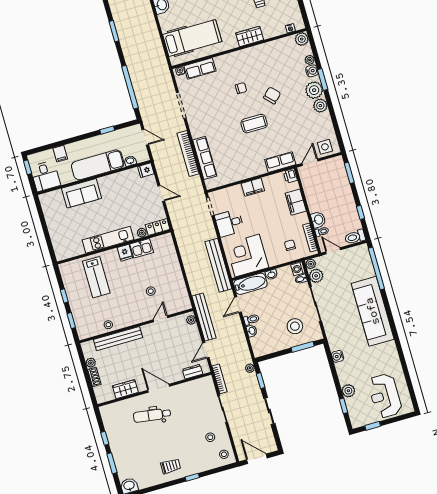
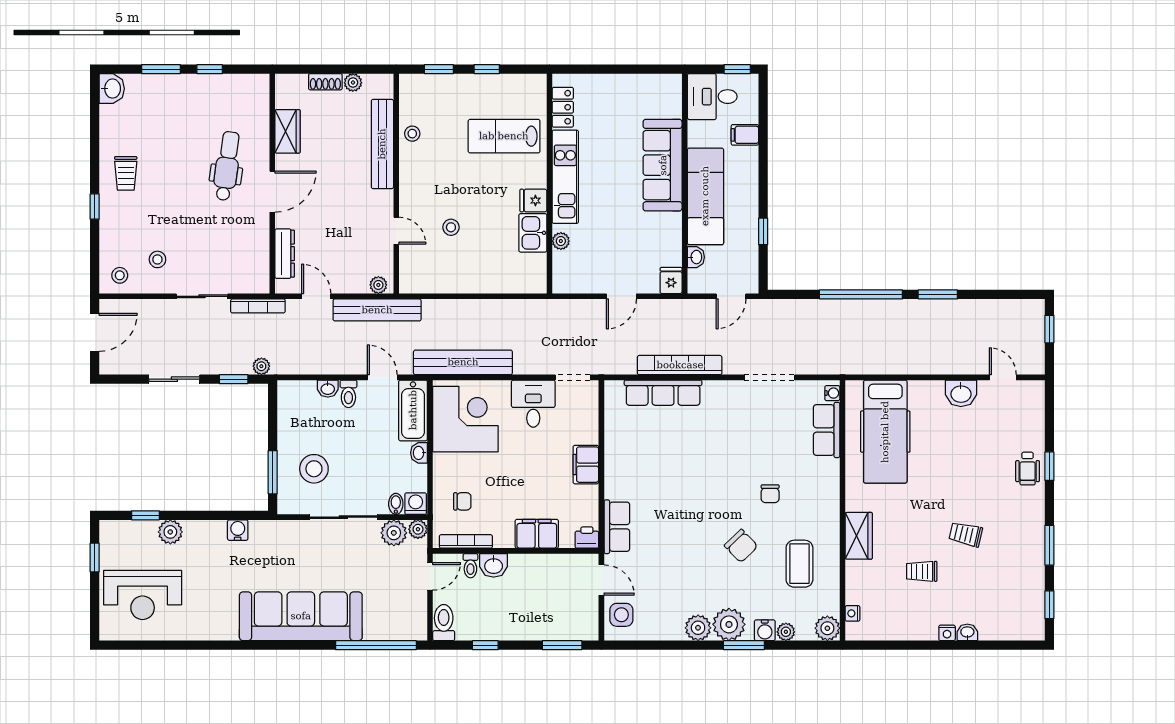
window: (130, 87) -> (861, 294), moved
coffee table: (254, 124) -> (799, 564), moved
sofa: (82, 193) -> (663, 165), width x1.36
locker: (158, 227) -> (563, 107), moved
dresser: (193, 372) -> (285, 254), width x1.44
reception desk: (385, 396) -> (143, 595), turned 180

